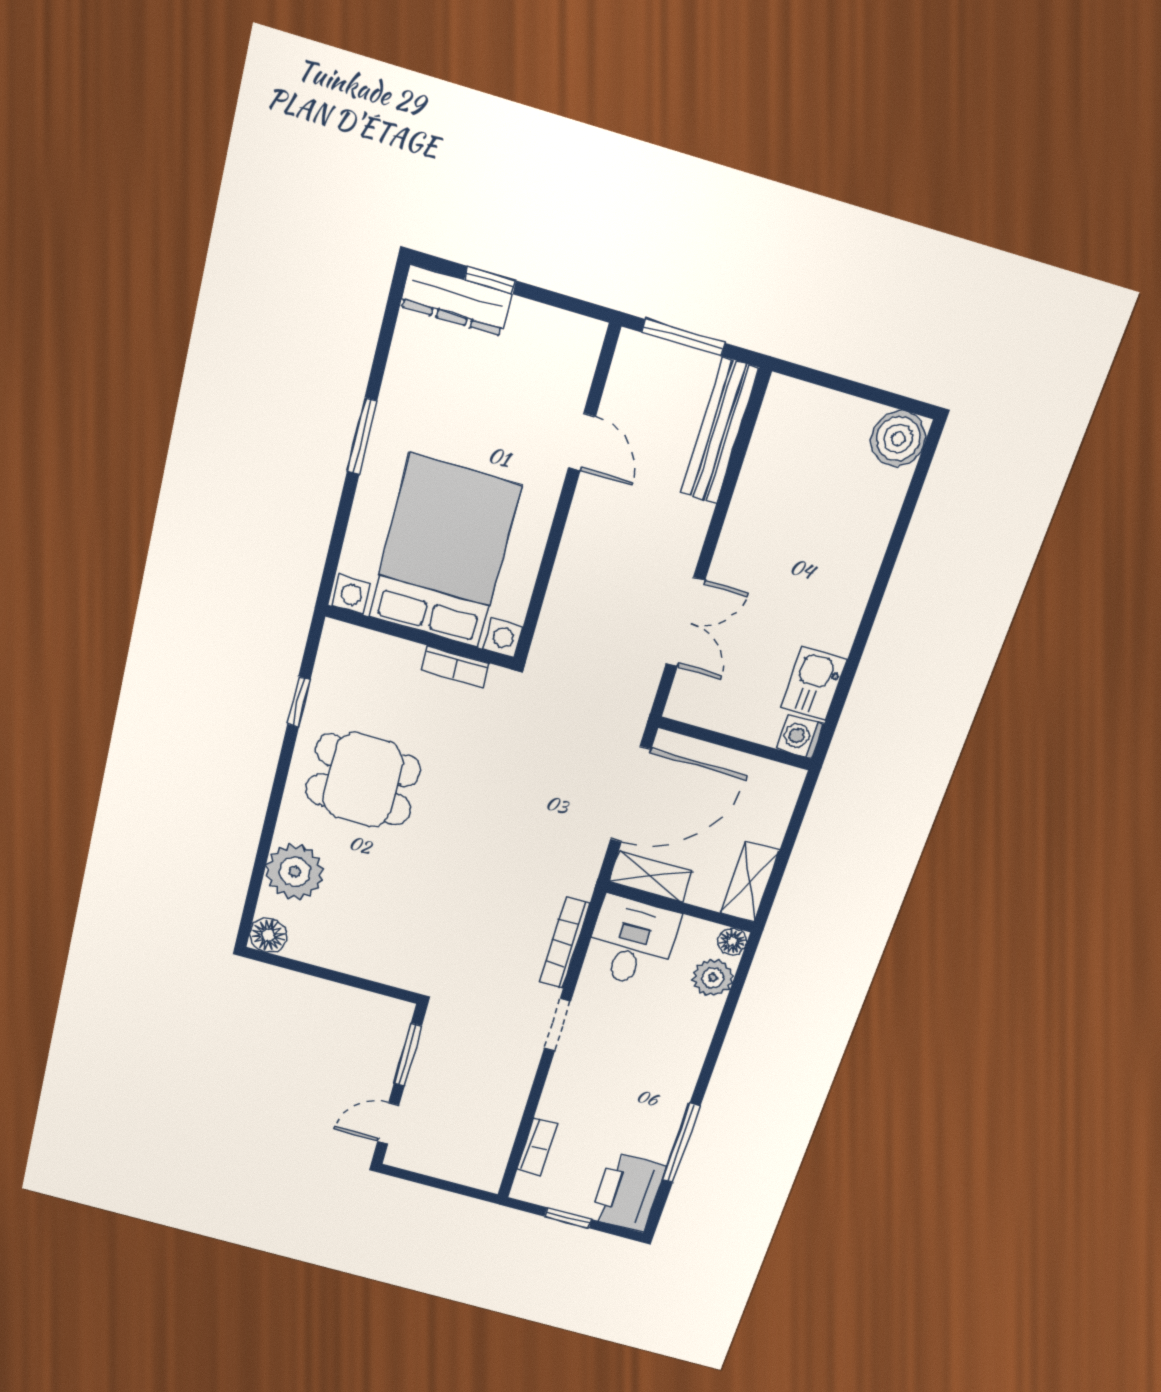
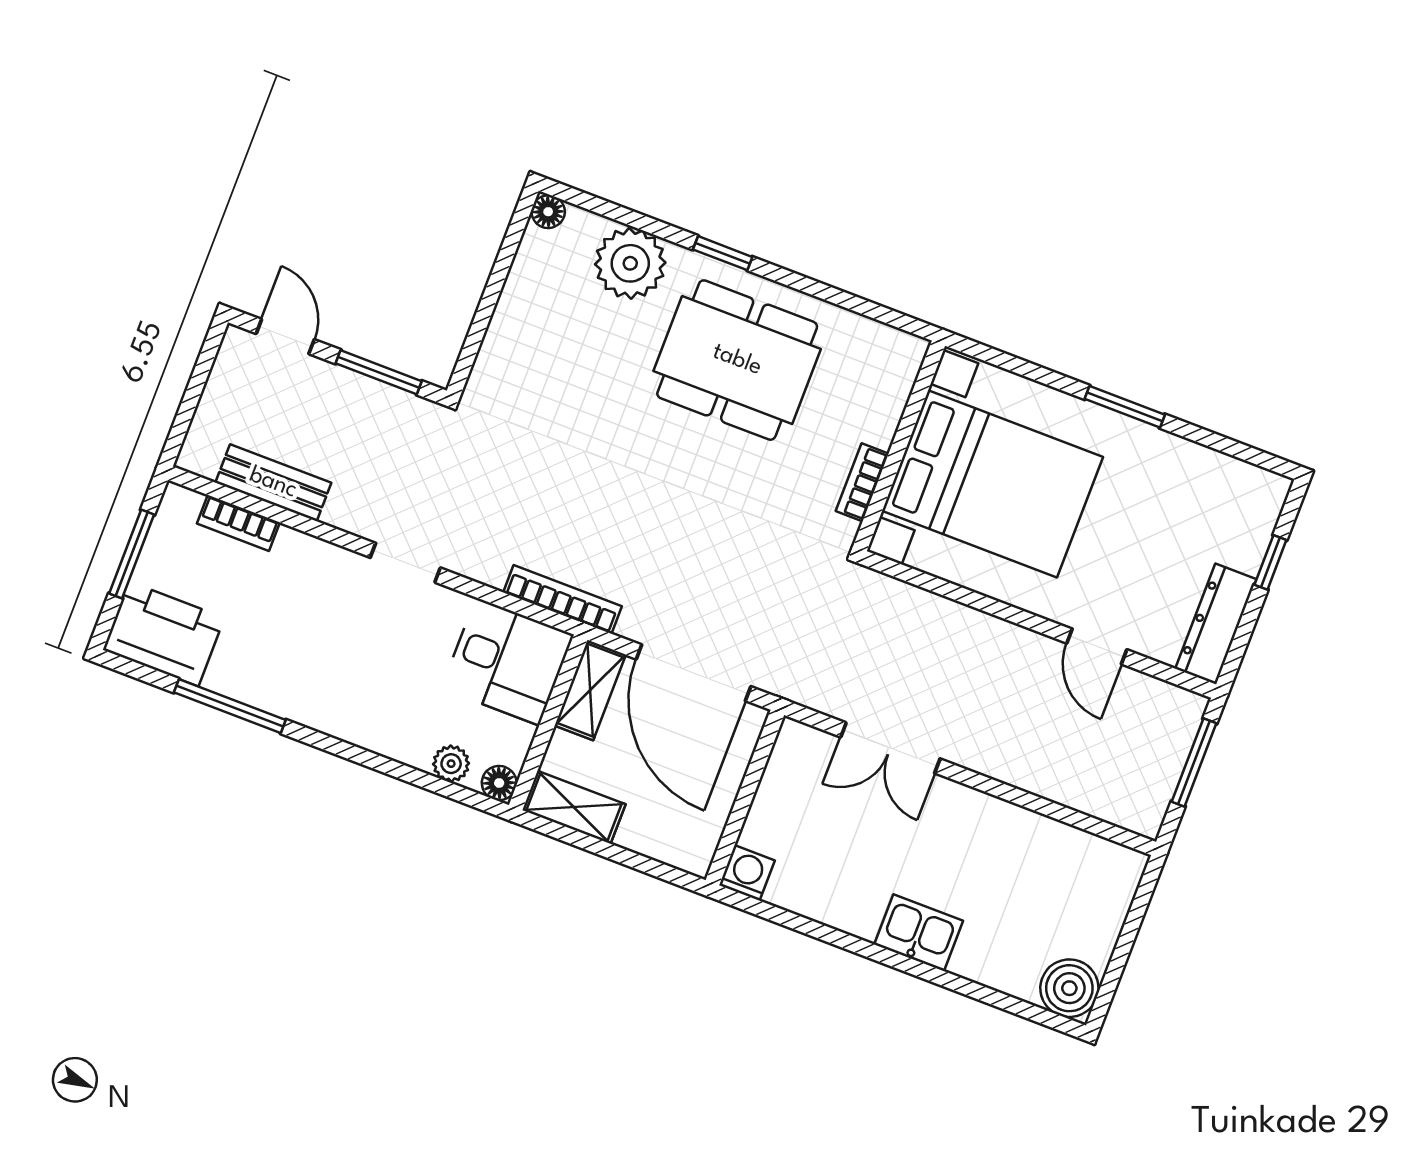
dresser: (456, 300) -> (1216, 624), moved
bench: (719, 431) -> (273, 483), moved, width x0.73
door: (582, 442) -> (1097, 646), hinge flipped
kitchen sink: (814, 684) -> (919, 933), moved
window: (299, 702) -> (723, 253), moved
dining table: (363, 780) -> (737, 360), width x1.38
floor lamp: (268, 935) -> (548, 212), width x0.73, depth x0.73
bookcase: (565, 943) -> (563, 599), moved
plant: (713, 978) -> (451, 764), width x0.73, depth x0.73
window: (568, 1218) -> (132, 554), width x1.50

